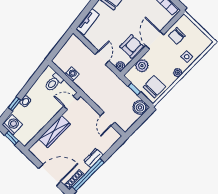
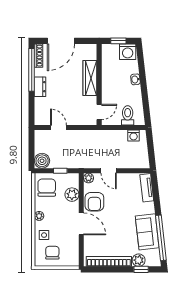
chair: (177, 36) -> (52, 253), moved
washing machine: (72, 74) -> (134, 136), moved
chair: (154, 87) -> (47, 188), turned 180
window: (14, 104) -> (142, 69), removed

